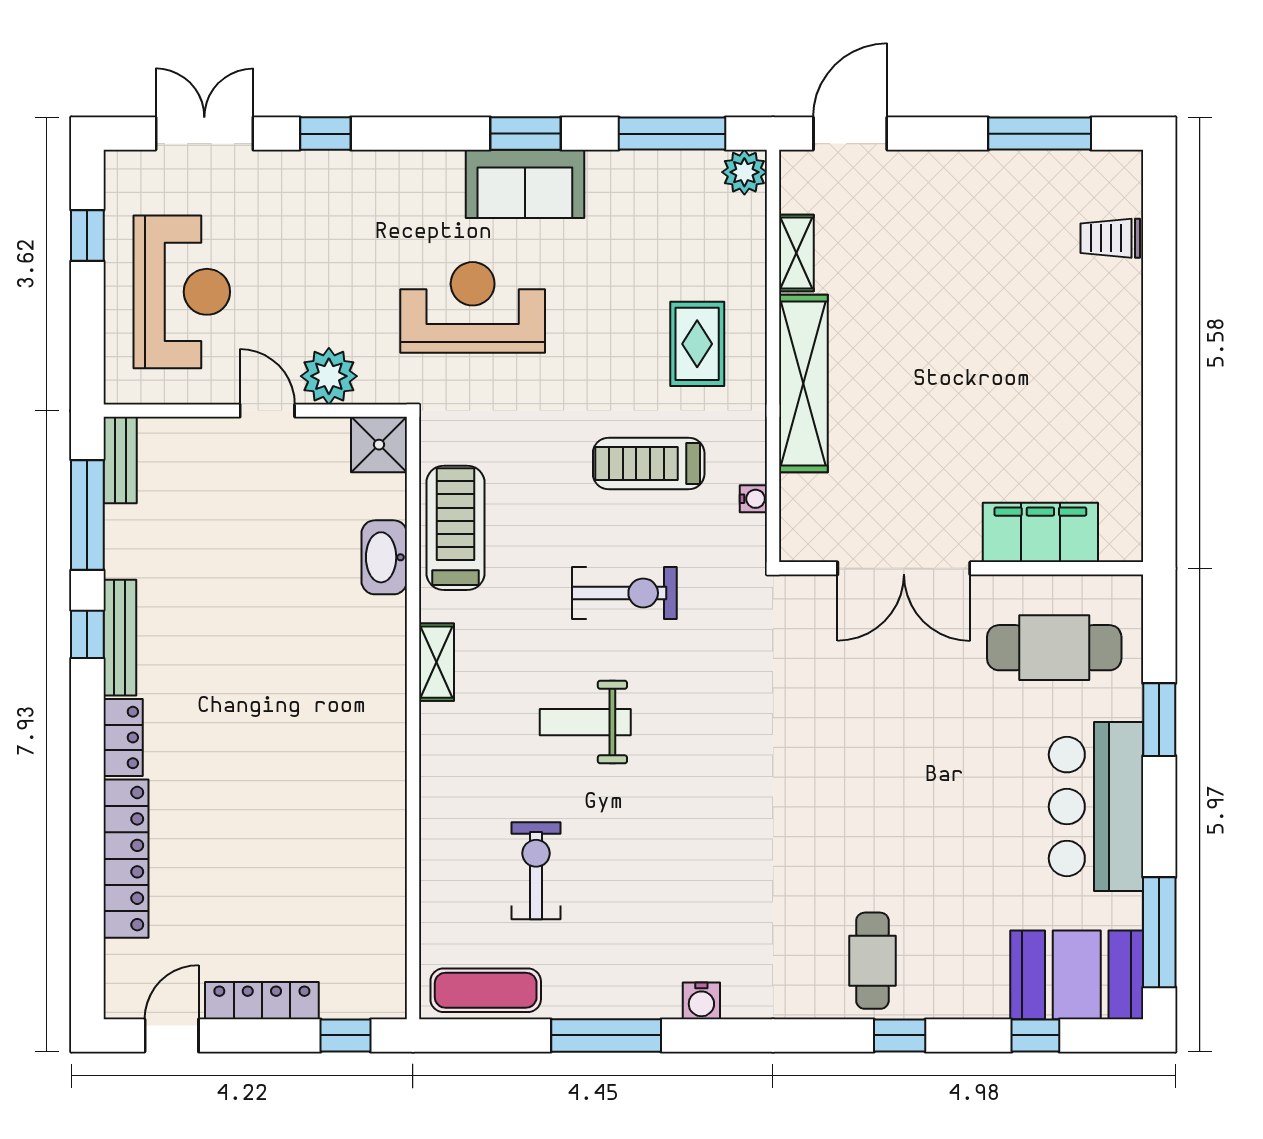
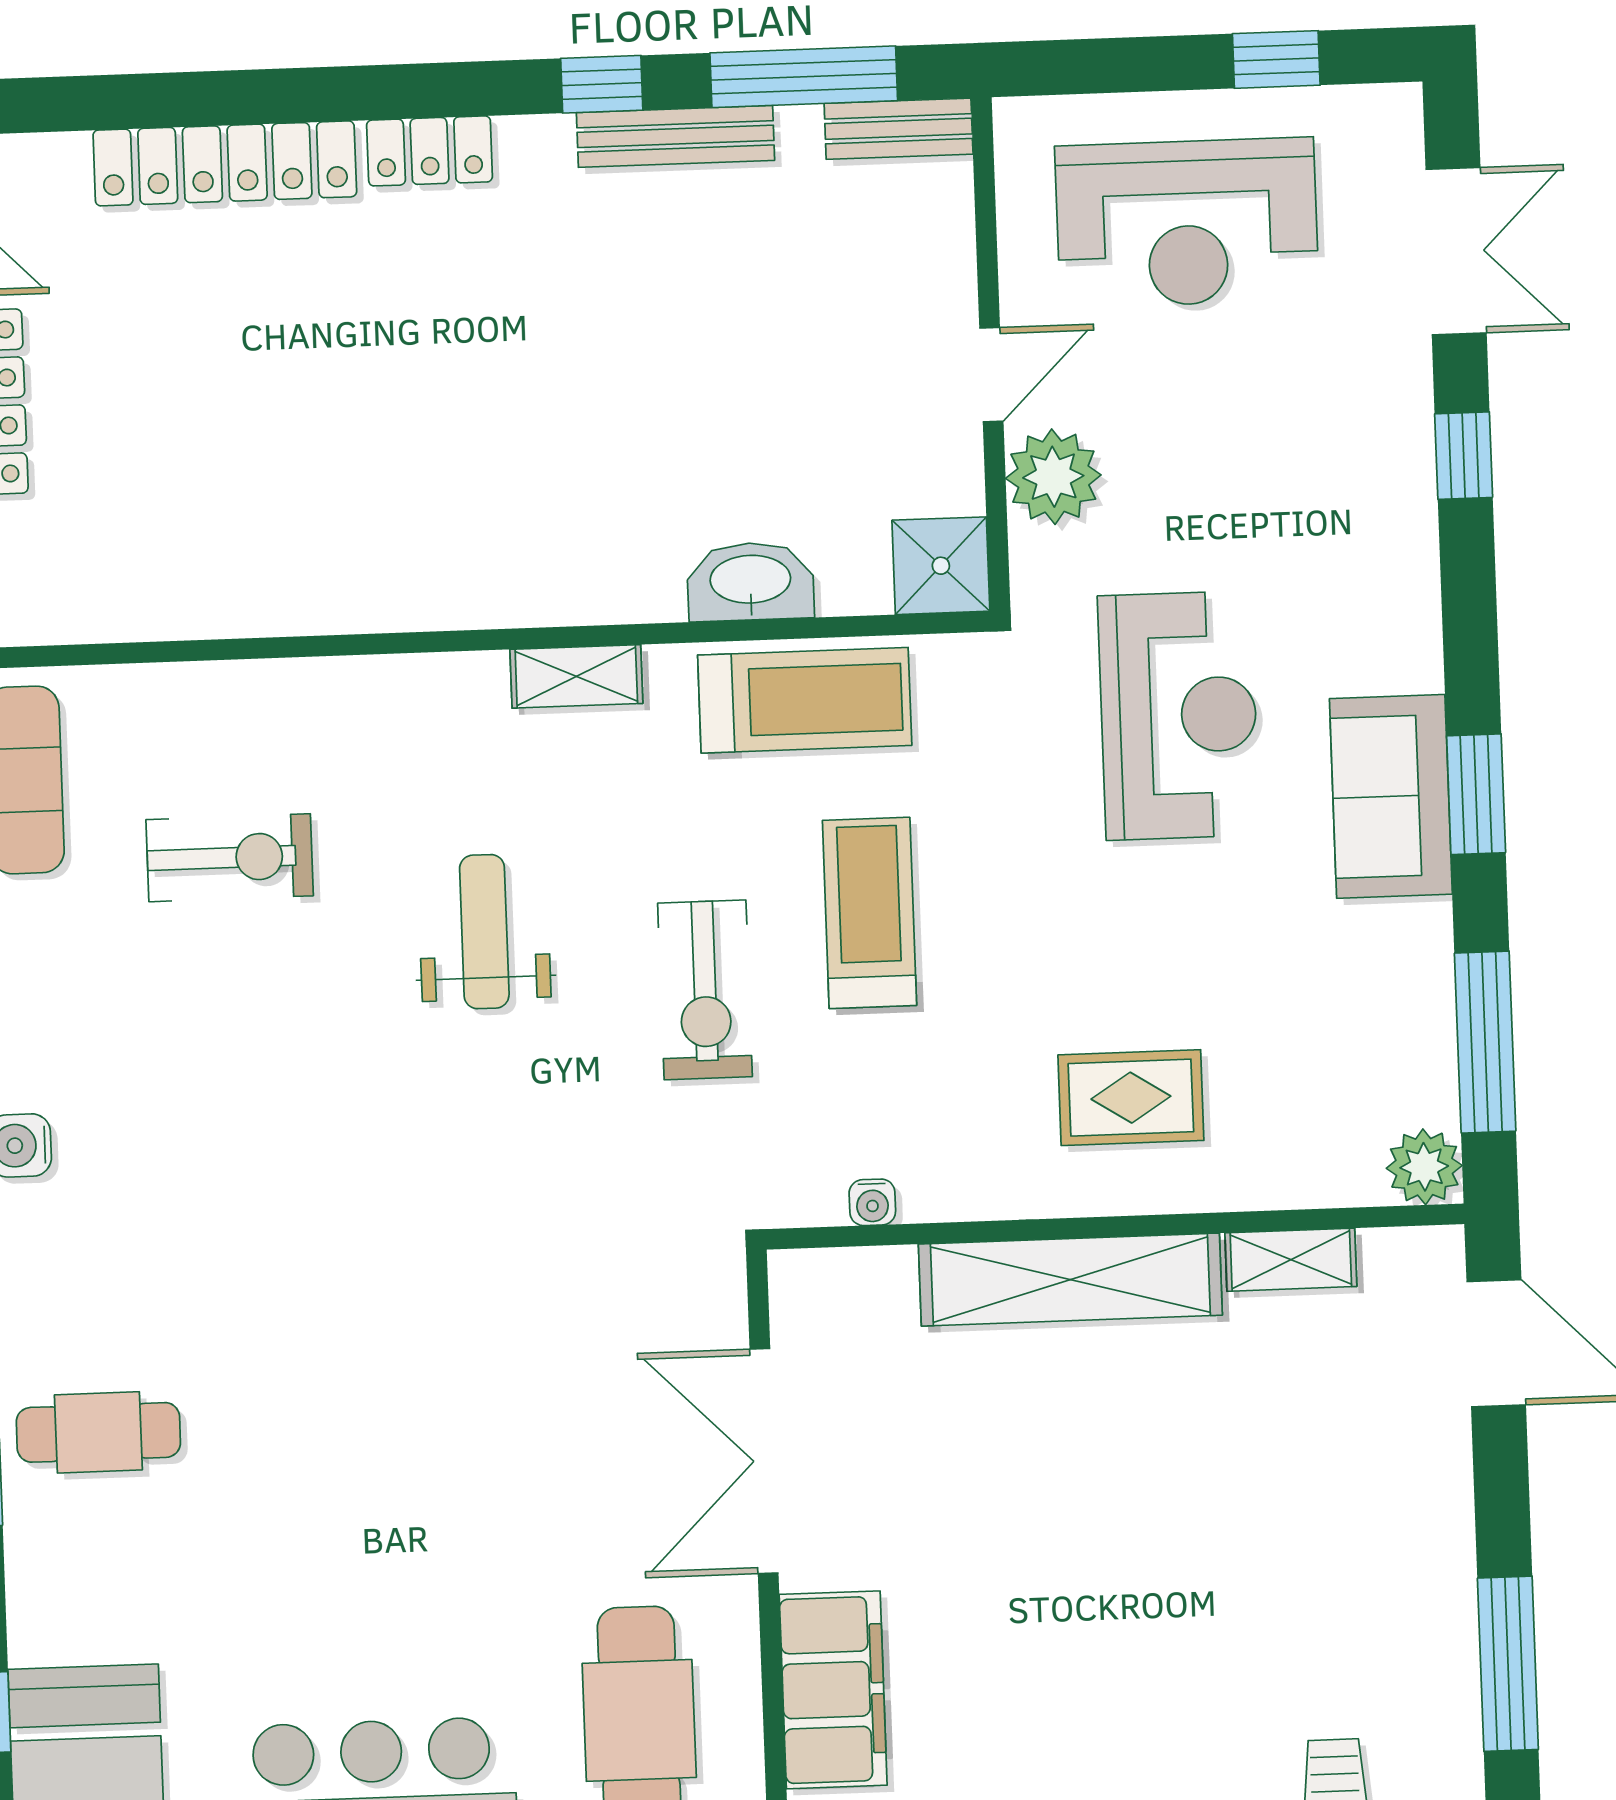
treadmill: (649, 463) -> (869, 913), moved
bench: (120, 638) -> (675, 136), moved

